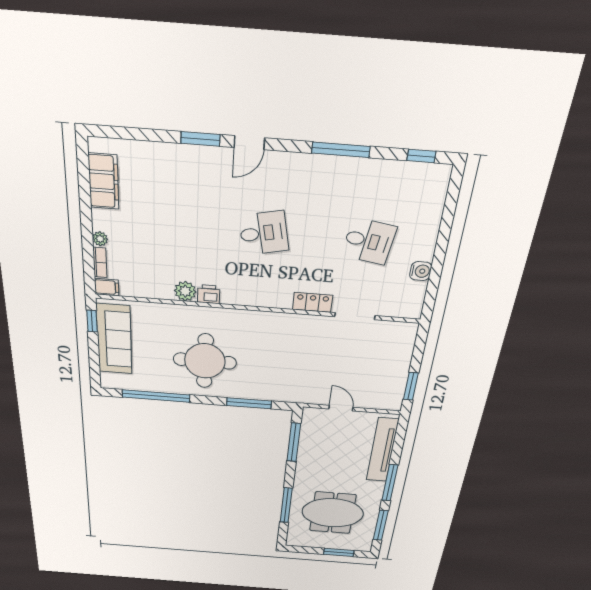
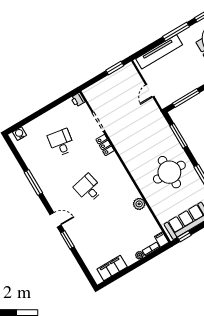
window: (421, 156) -> (14, 150), removed
water cooler: (421, 271) -> (19, 134), moved
printer: (209, 294) -> (78, 100), moved

